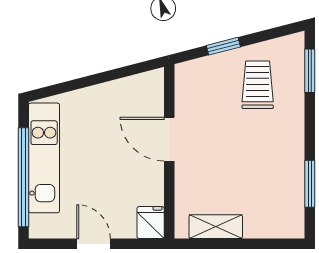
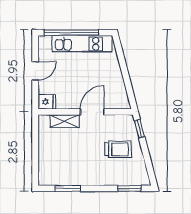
window: (223, 46) -> (139, 129), moved
trolley: (258, 85) -> (118, 149), moved
shelving: (216, 227) -> (65, 121), moved, turned 90

